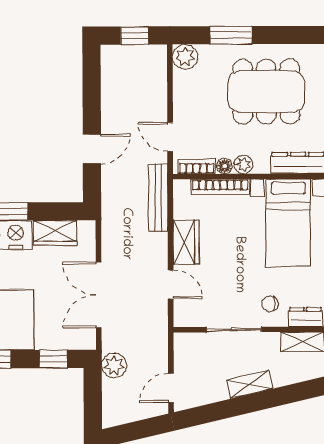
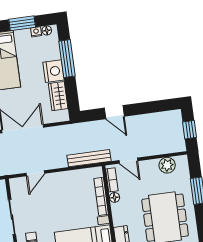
plant: (185, 57) -> (167, 165), moved
door: (170, 137) -> (128, 161), swing flipped
plant: (243, 164) -> (117, 209), removed
wardrobe: (186, 242) -> (63, 179), removed

